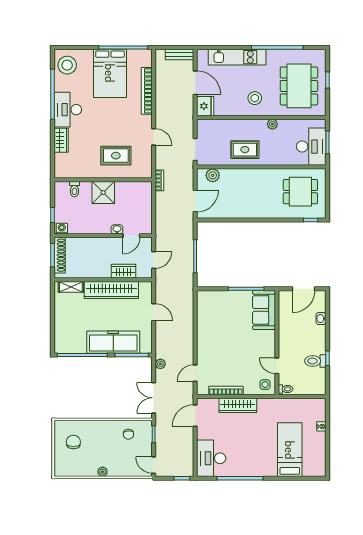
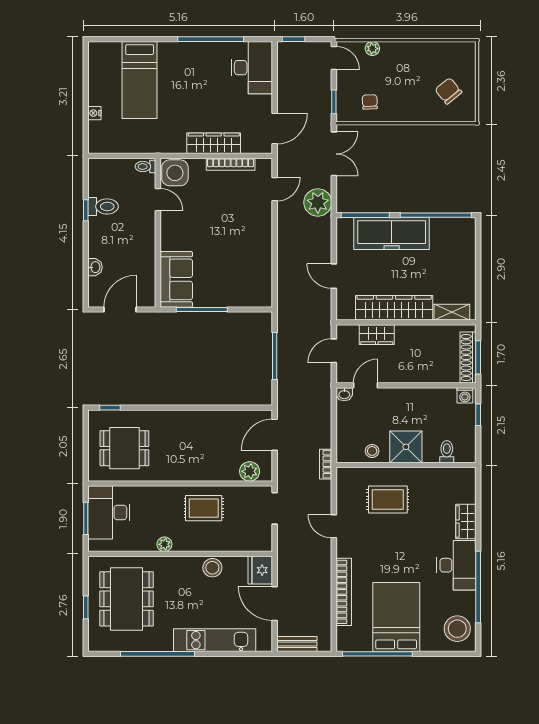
stool: (255, 98) -> (212, 568), moved
stool: (127, 190) -> (372, 451), added
washbasin: (117, 229) -> (344, 394), moved
plant: (160, 364) -> (318, 202), width x1.87, depth x1.87
side table: (265, 385) -> (175, 173), width x1.87, depth x1.87
chair: (73, 442) -> (448, 91), turned 141
plant: (103, 472) -> (372, 49), moved

